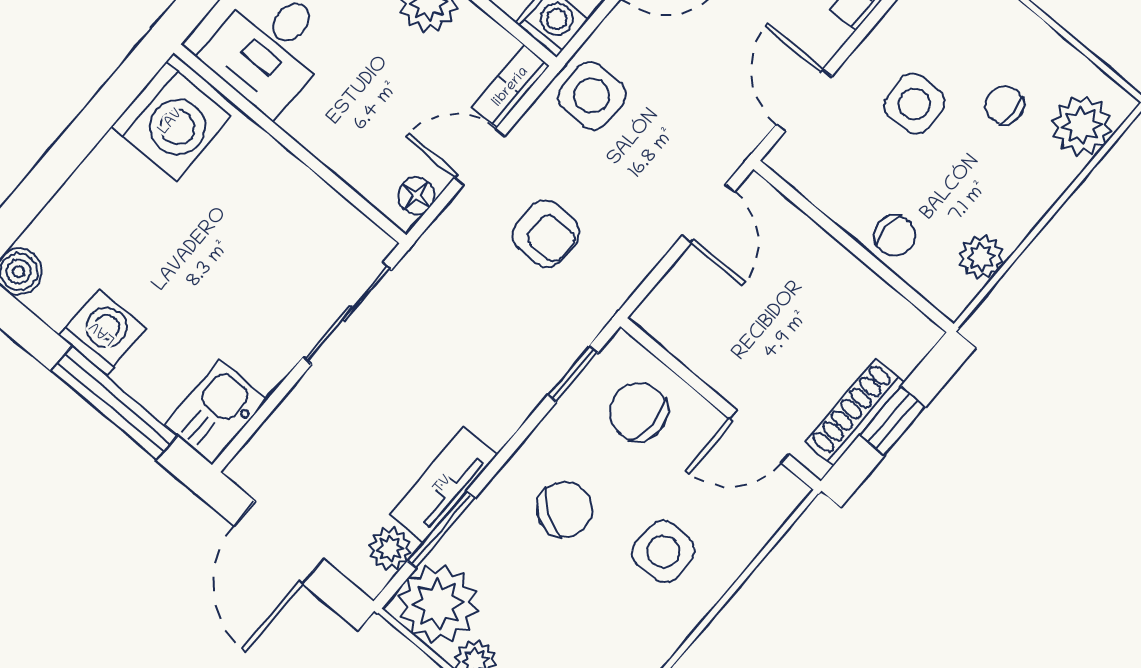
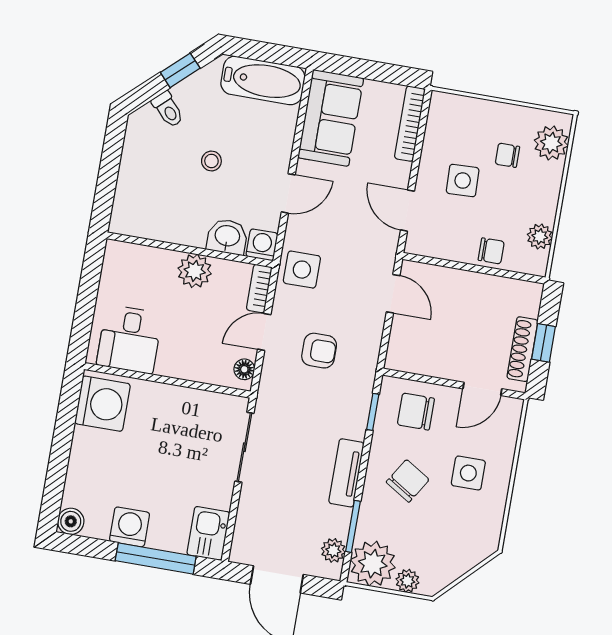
tv unit: (443, 485) -> (346, 473), moved

